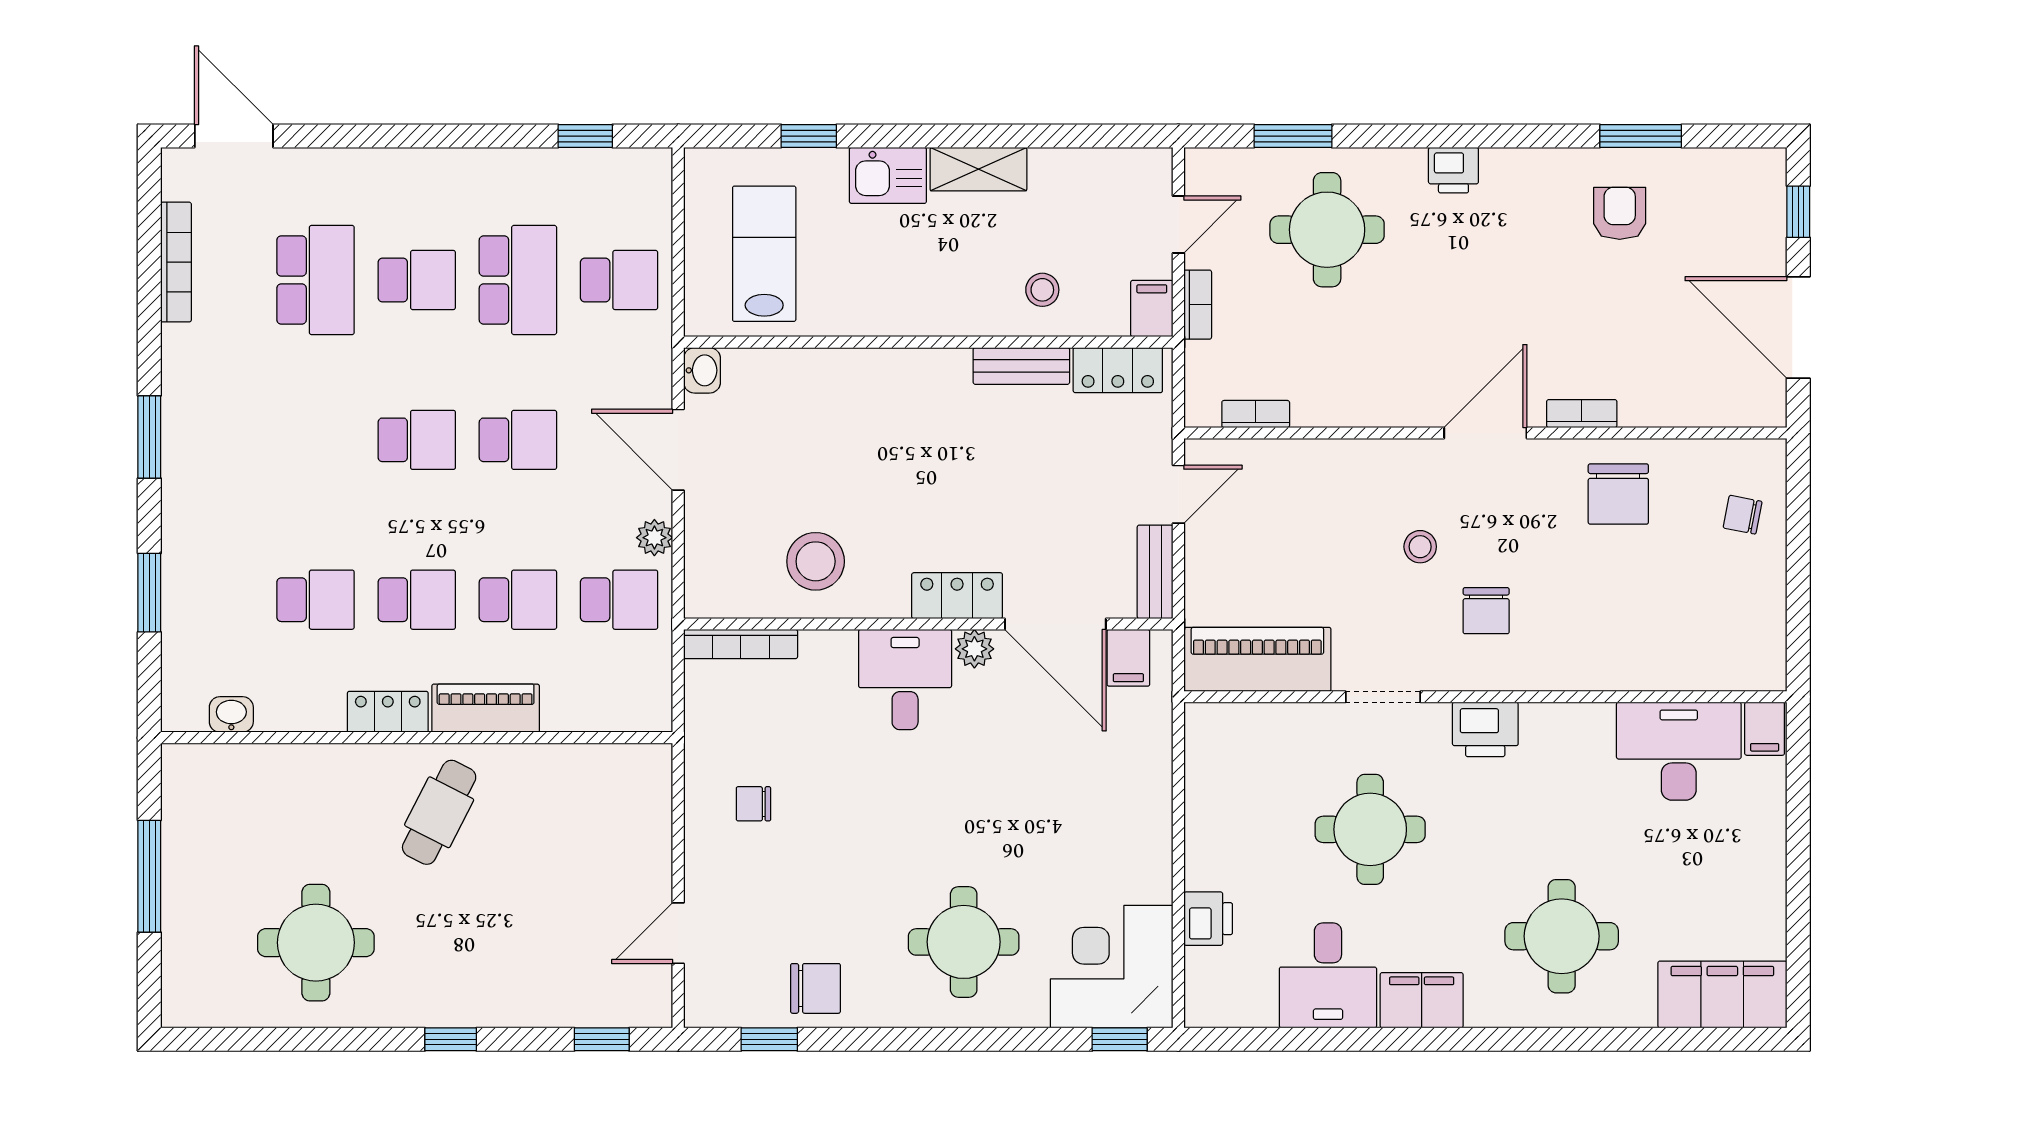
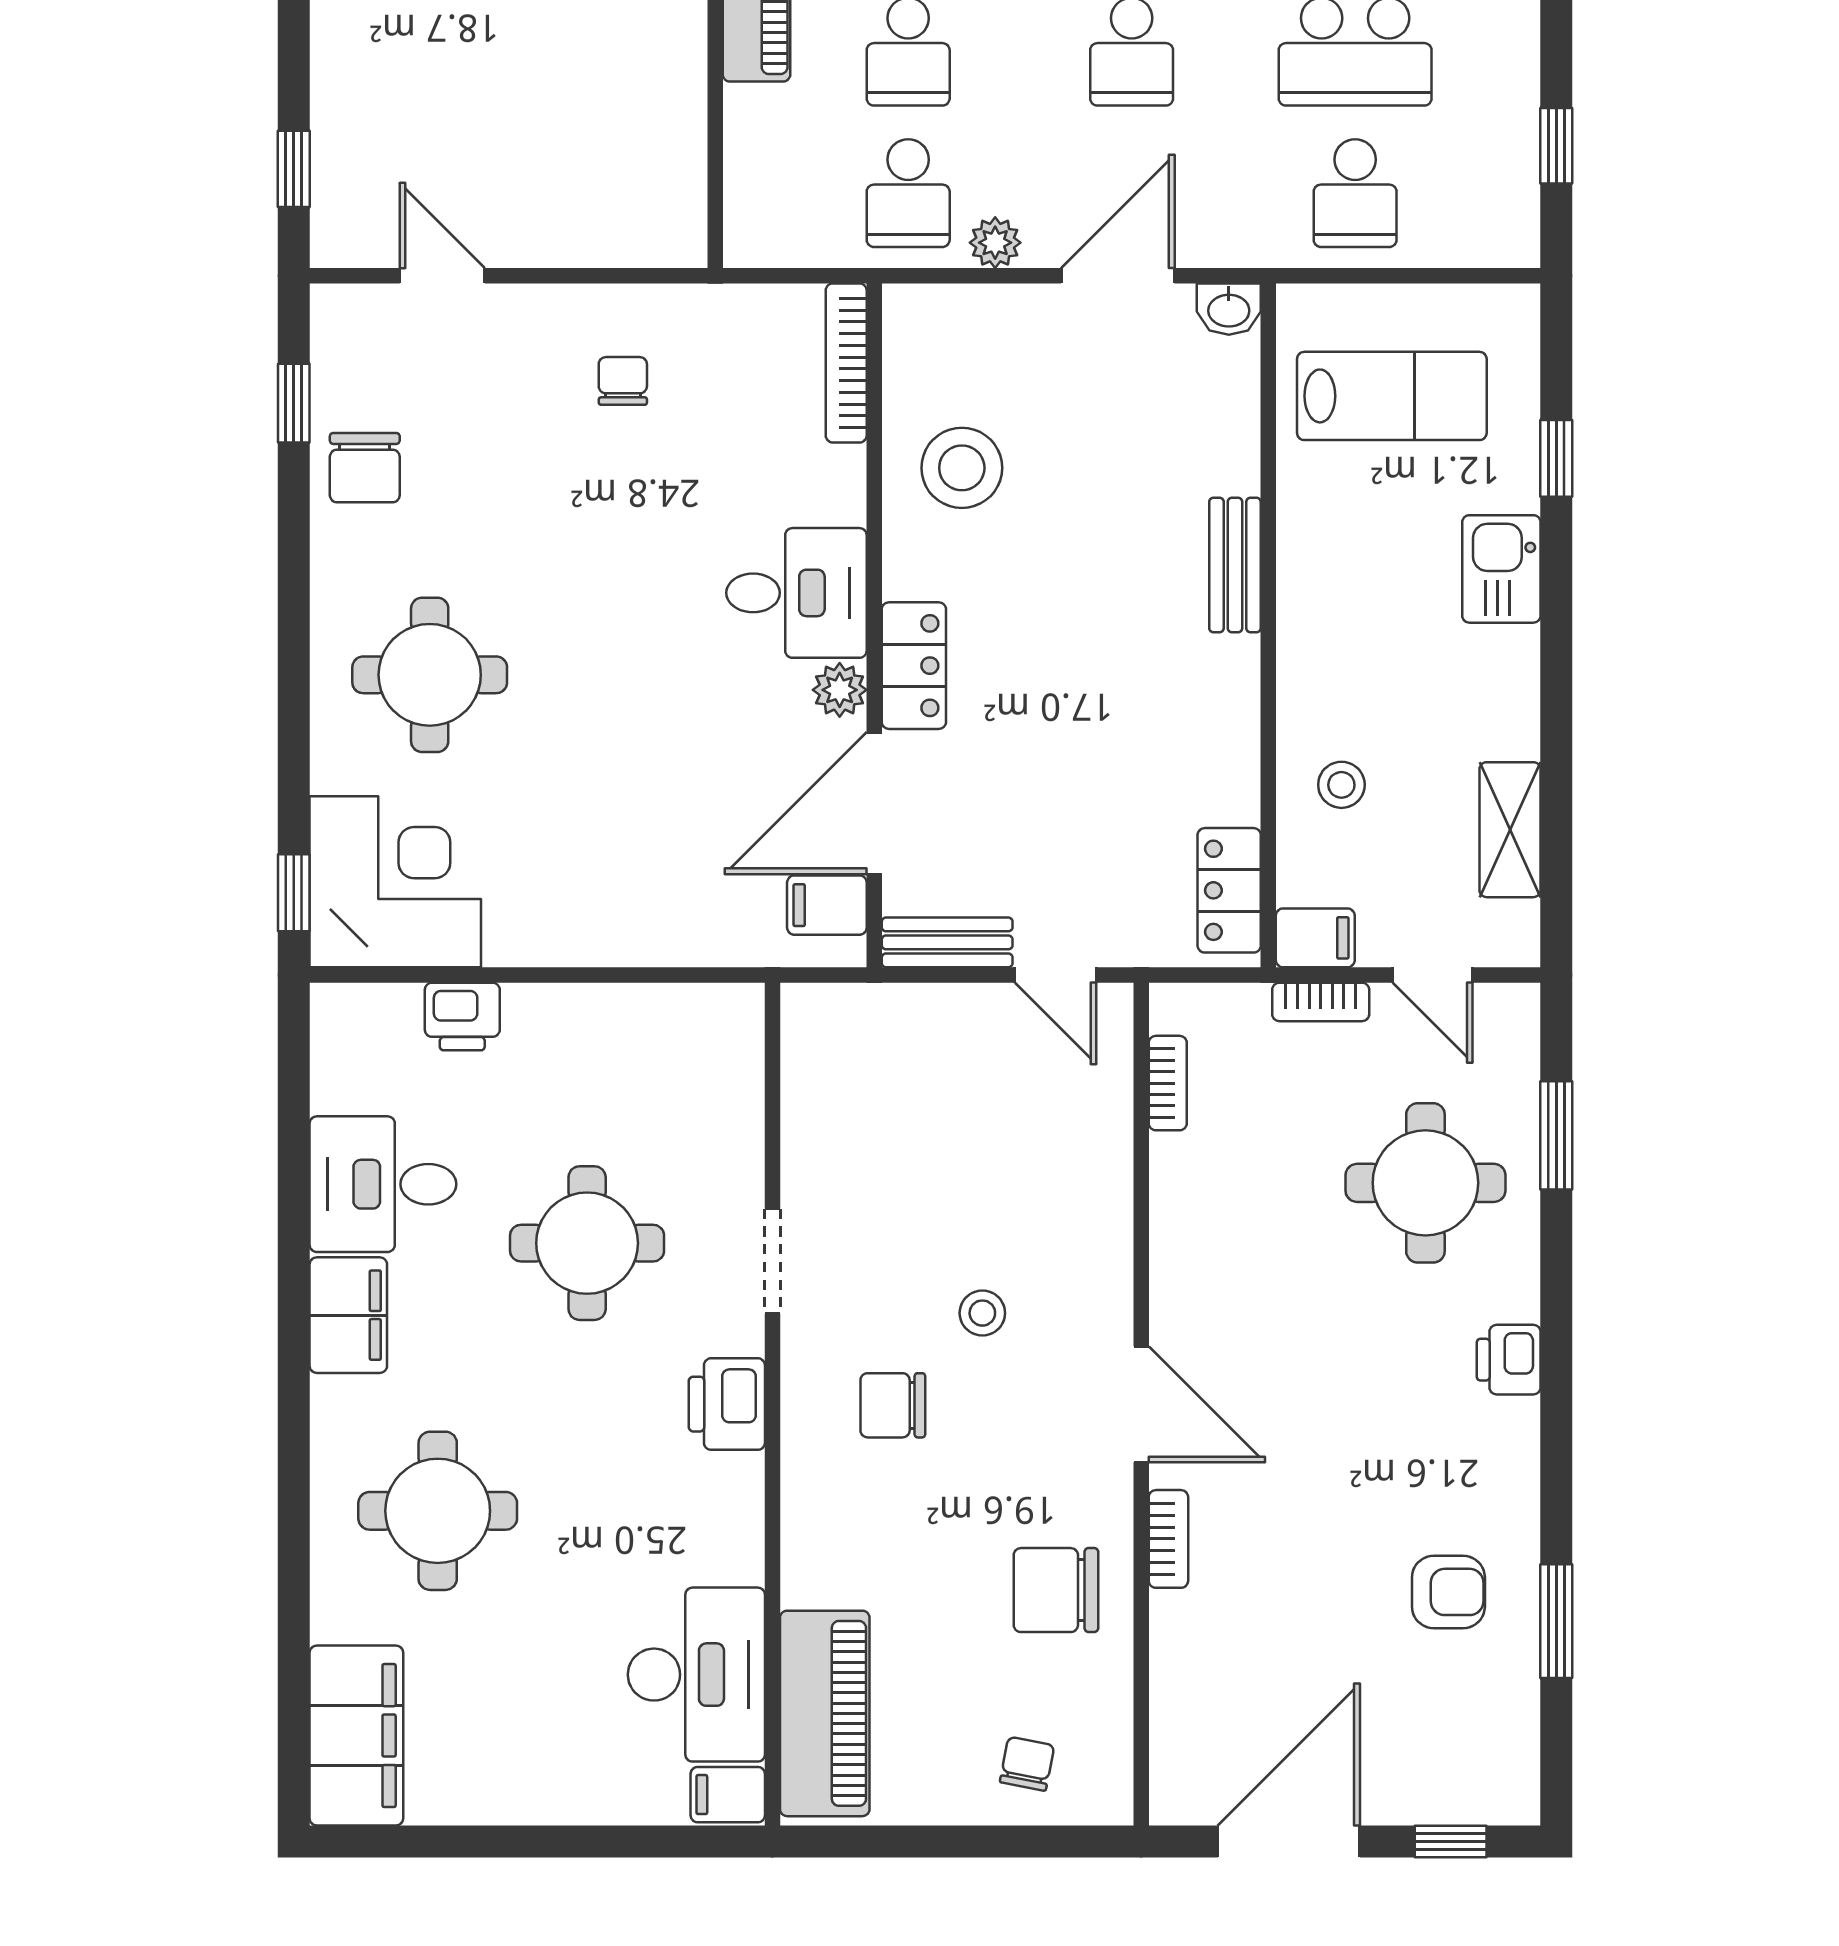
shelving: (978, 169) -> (1510, 830), moved
bench: (1021, 366) -> (1235, 565), moved
piano: (1257, 659) -> (825, 1713), moved

